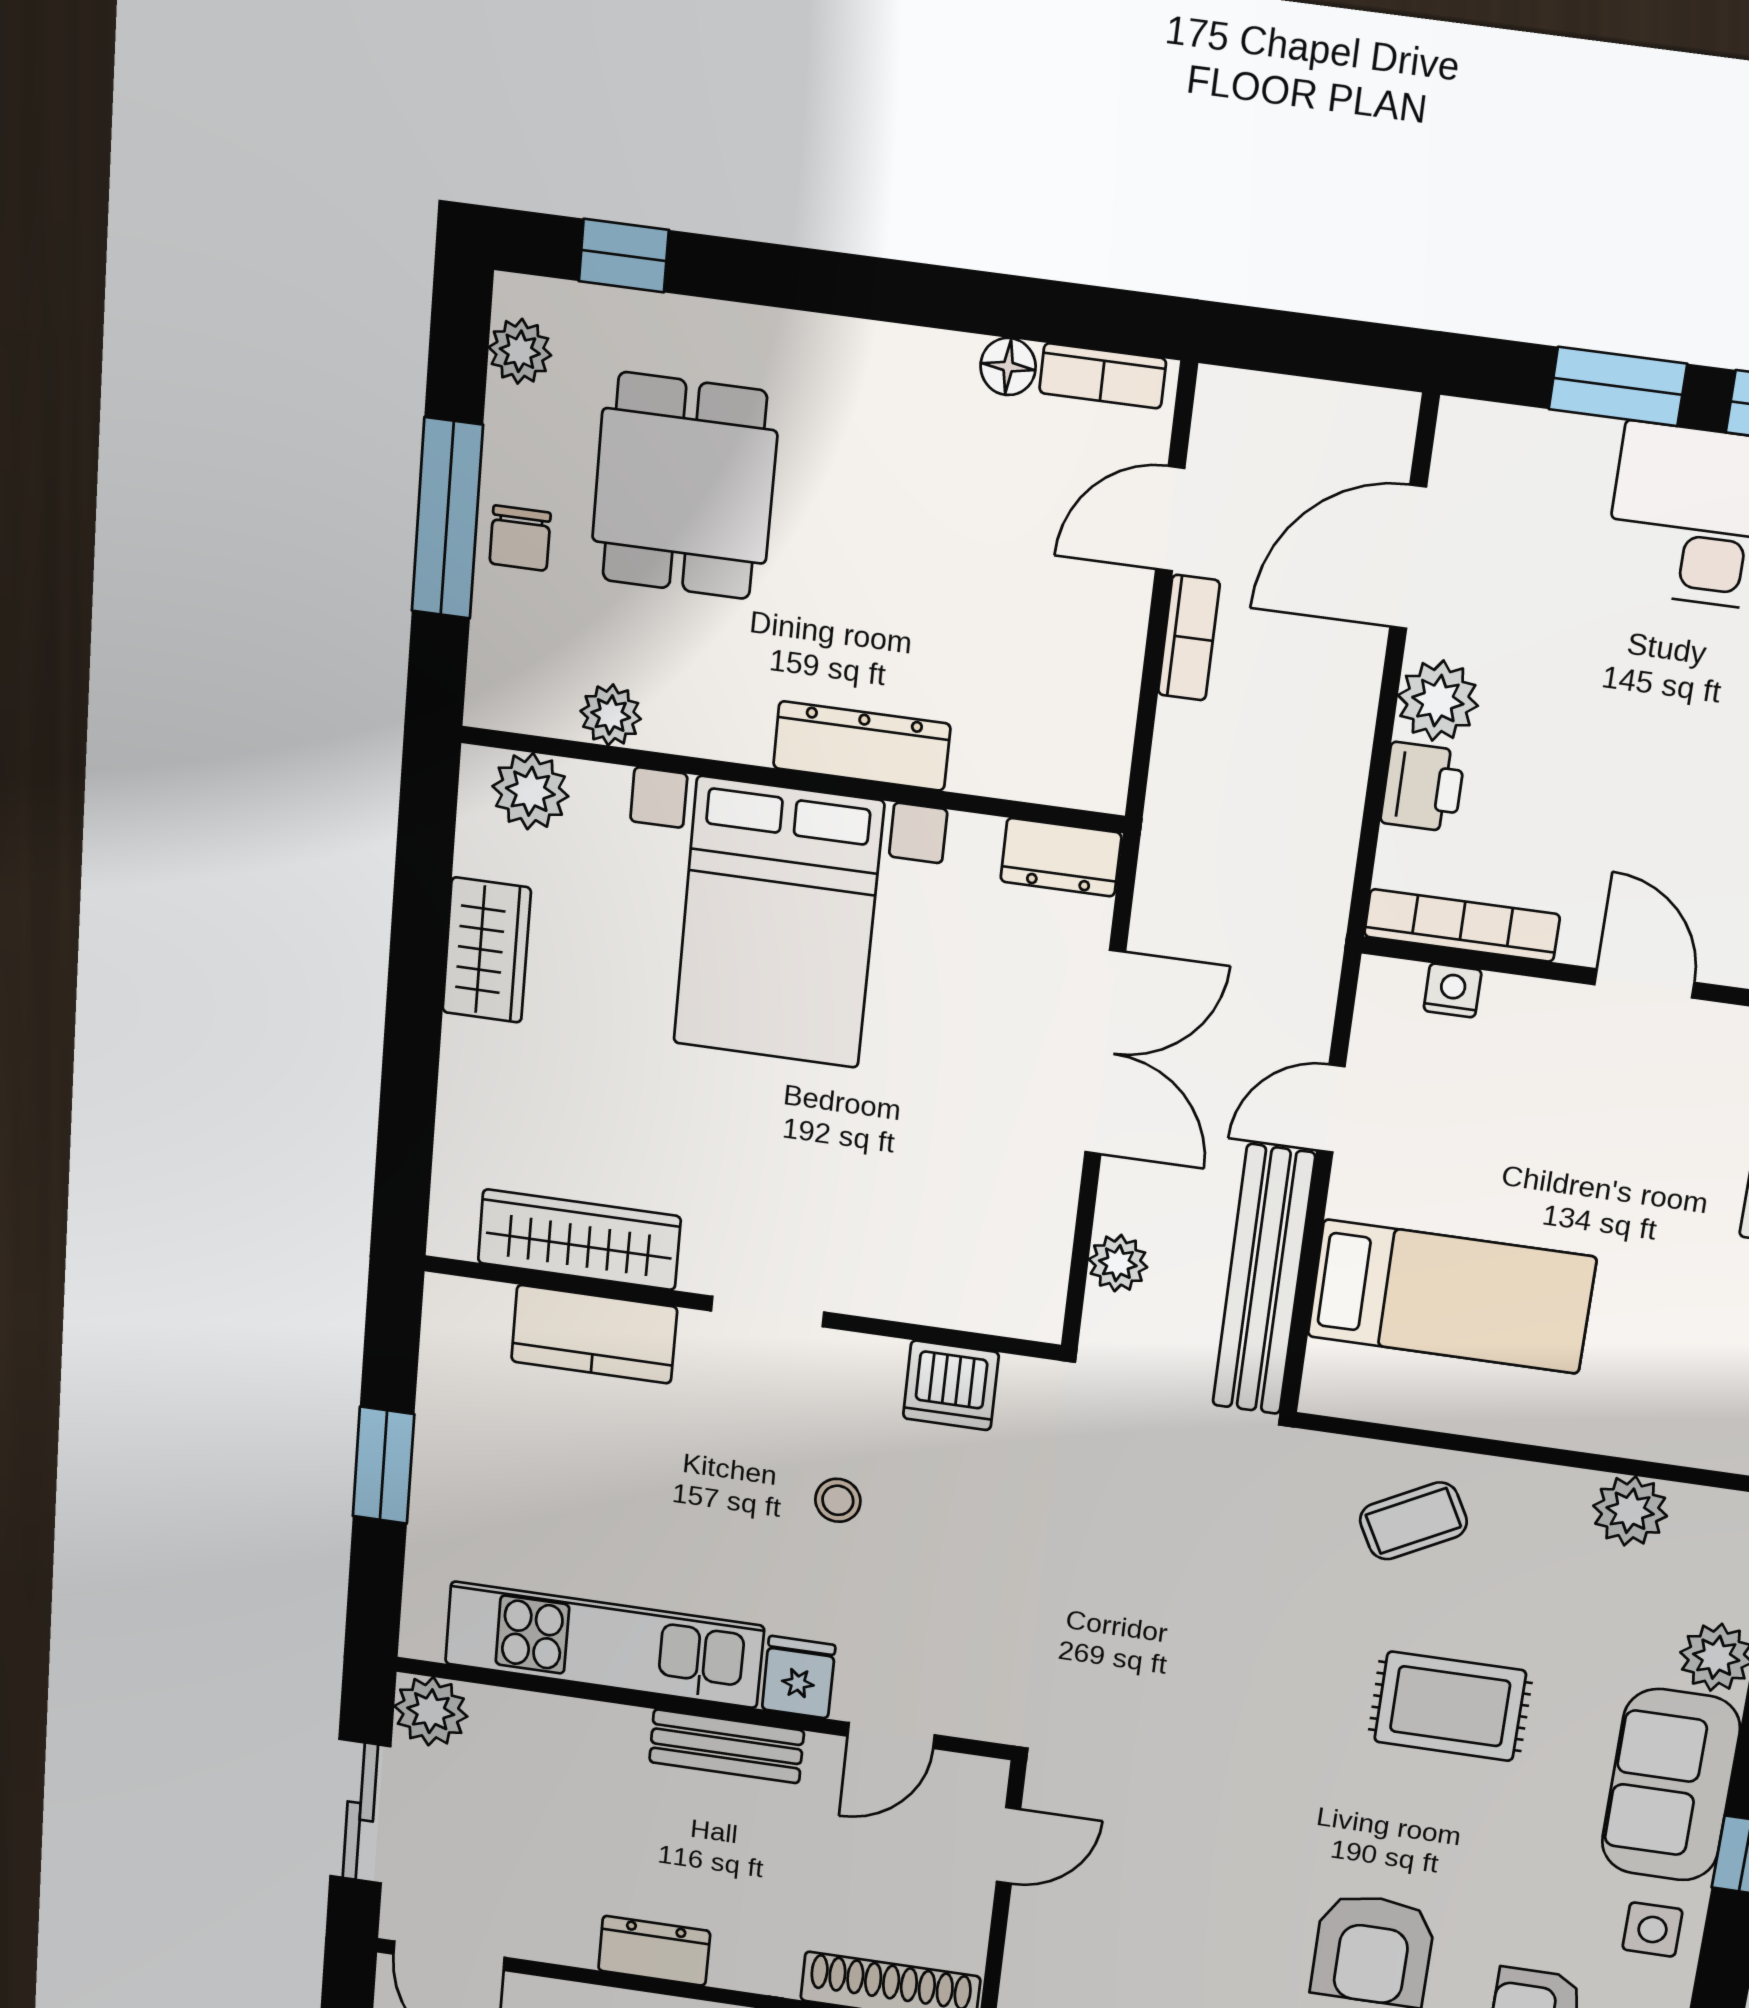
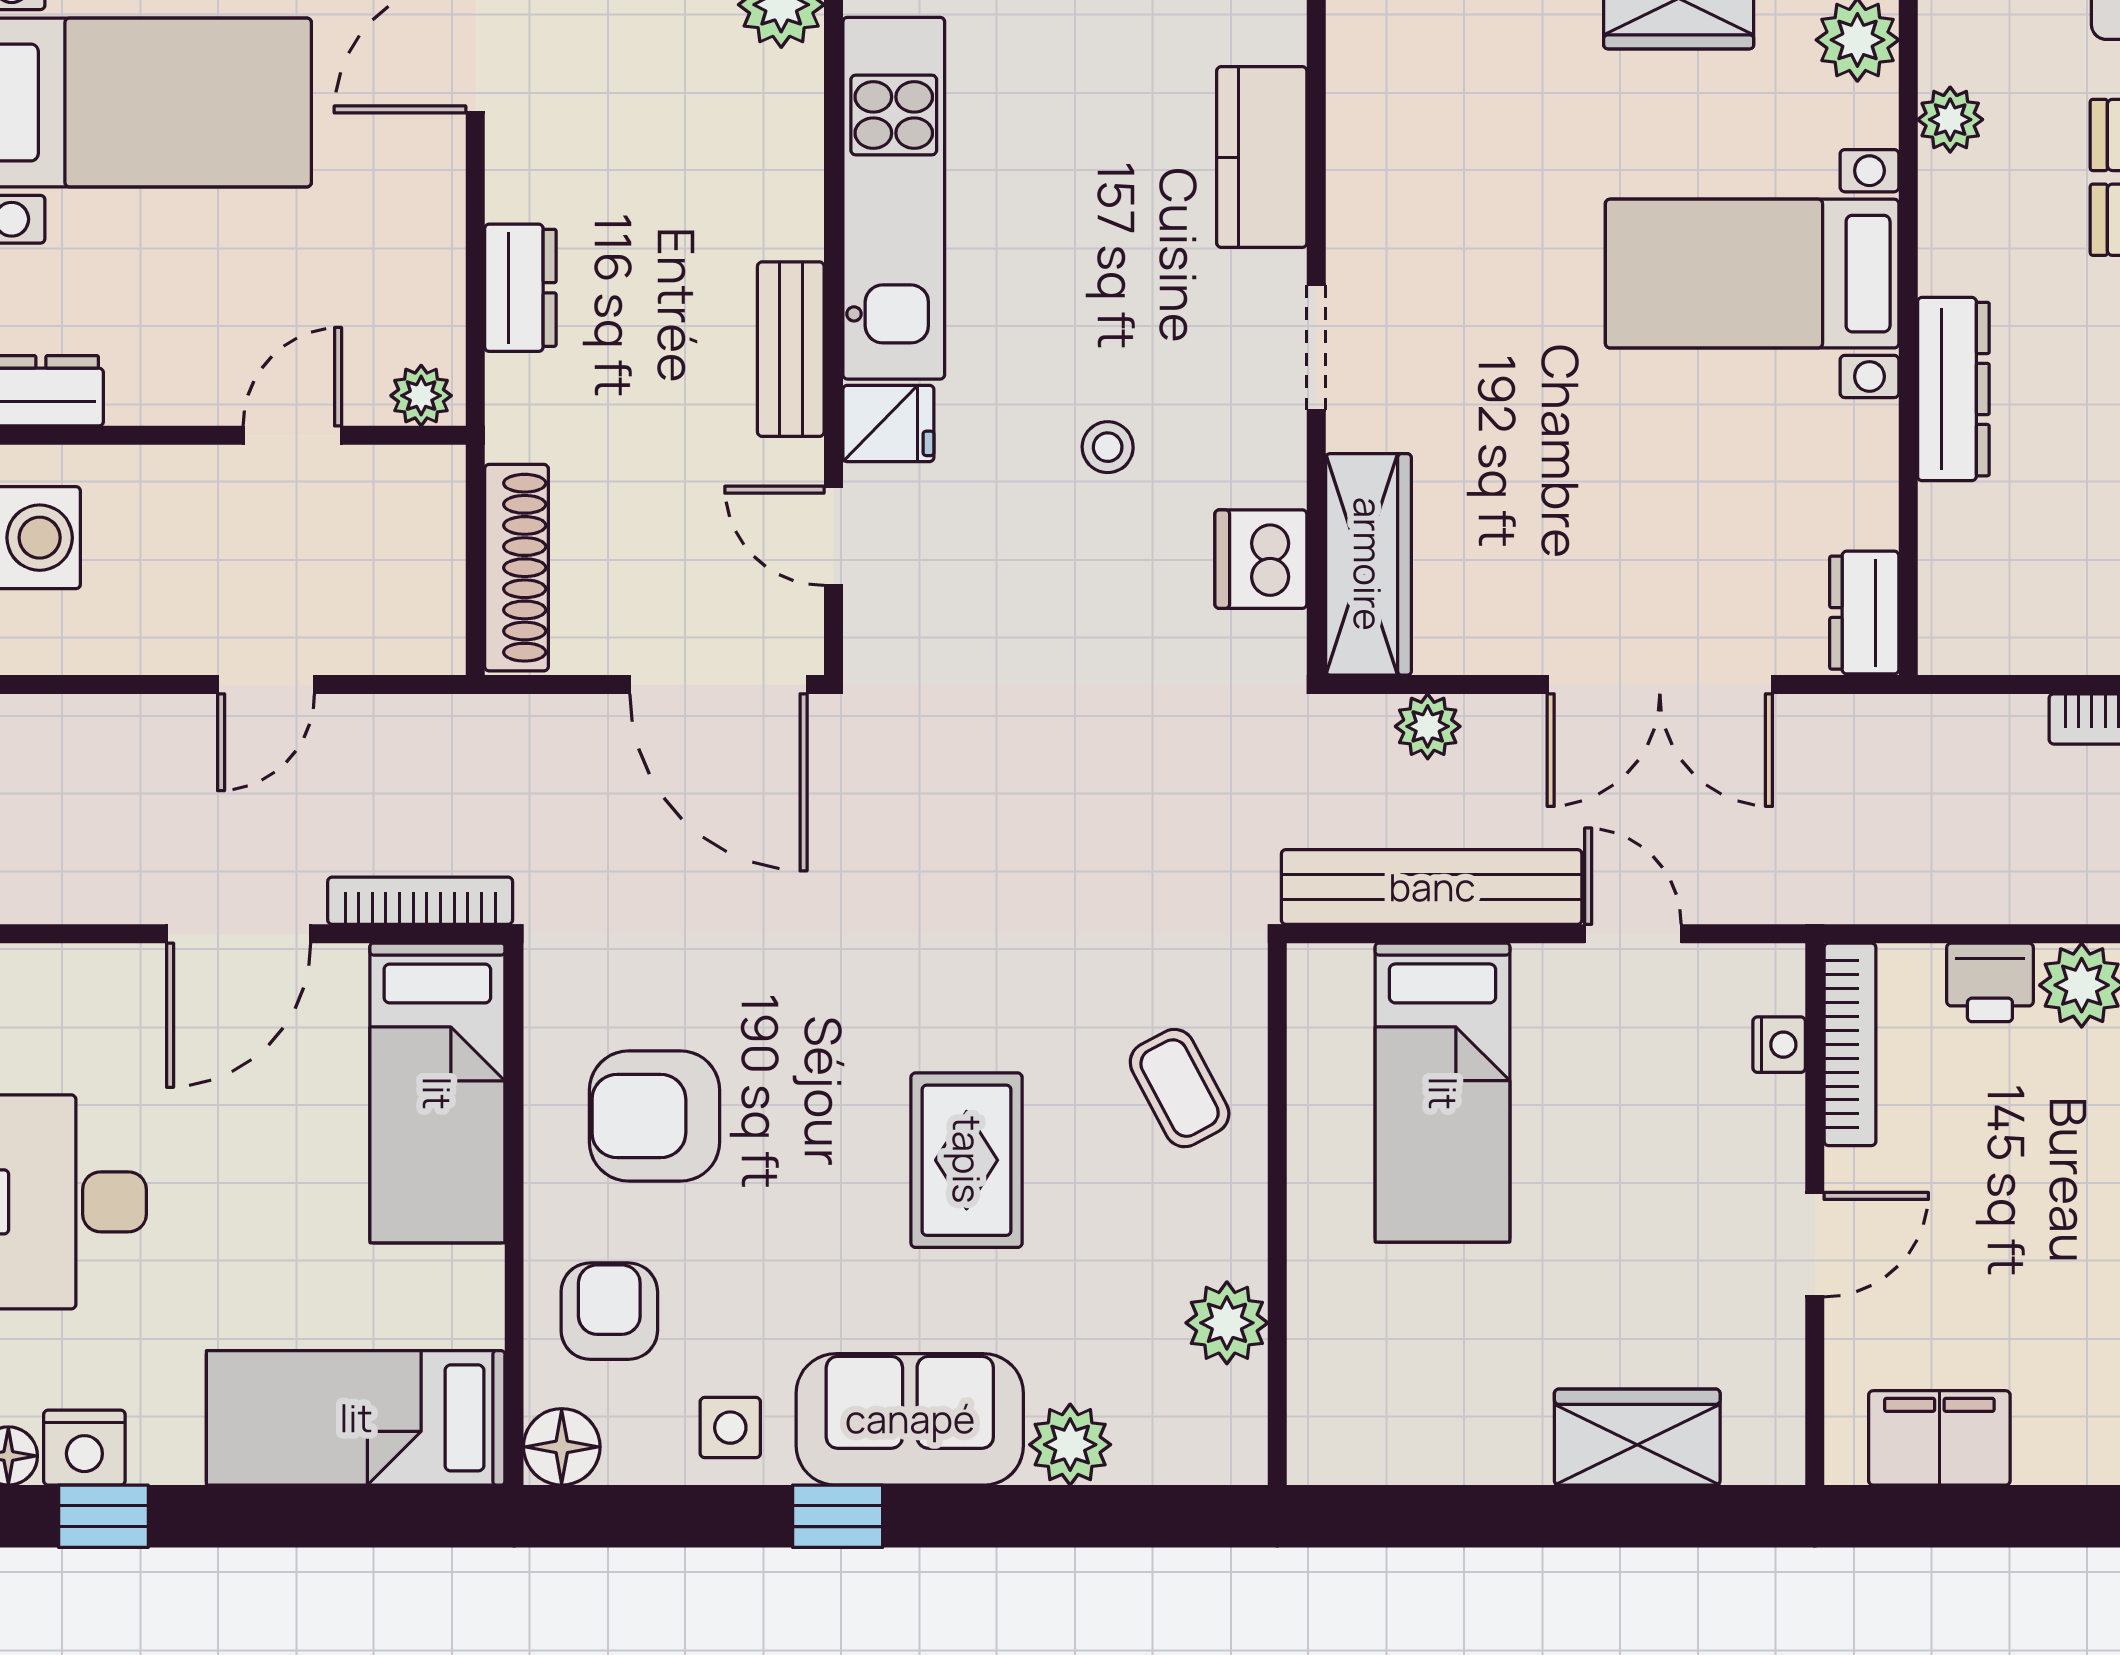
bed with nightstands: (778, 923) -> (1752, 274), width x0.73
wardrobe: (579, 1240) -> (1368, 564), moved
door: (1009, 1846) -> (718, 684), width x1.88

